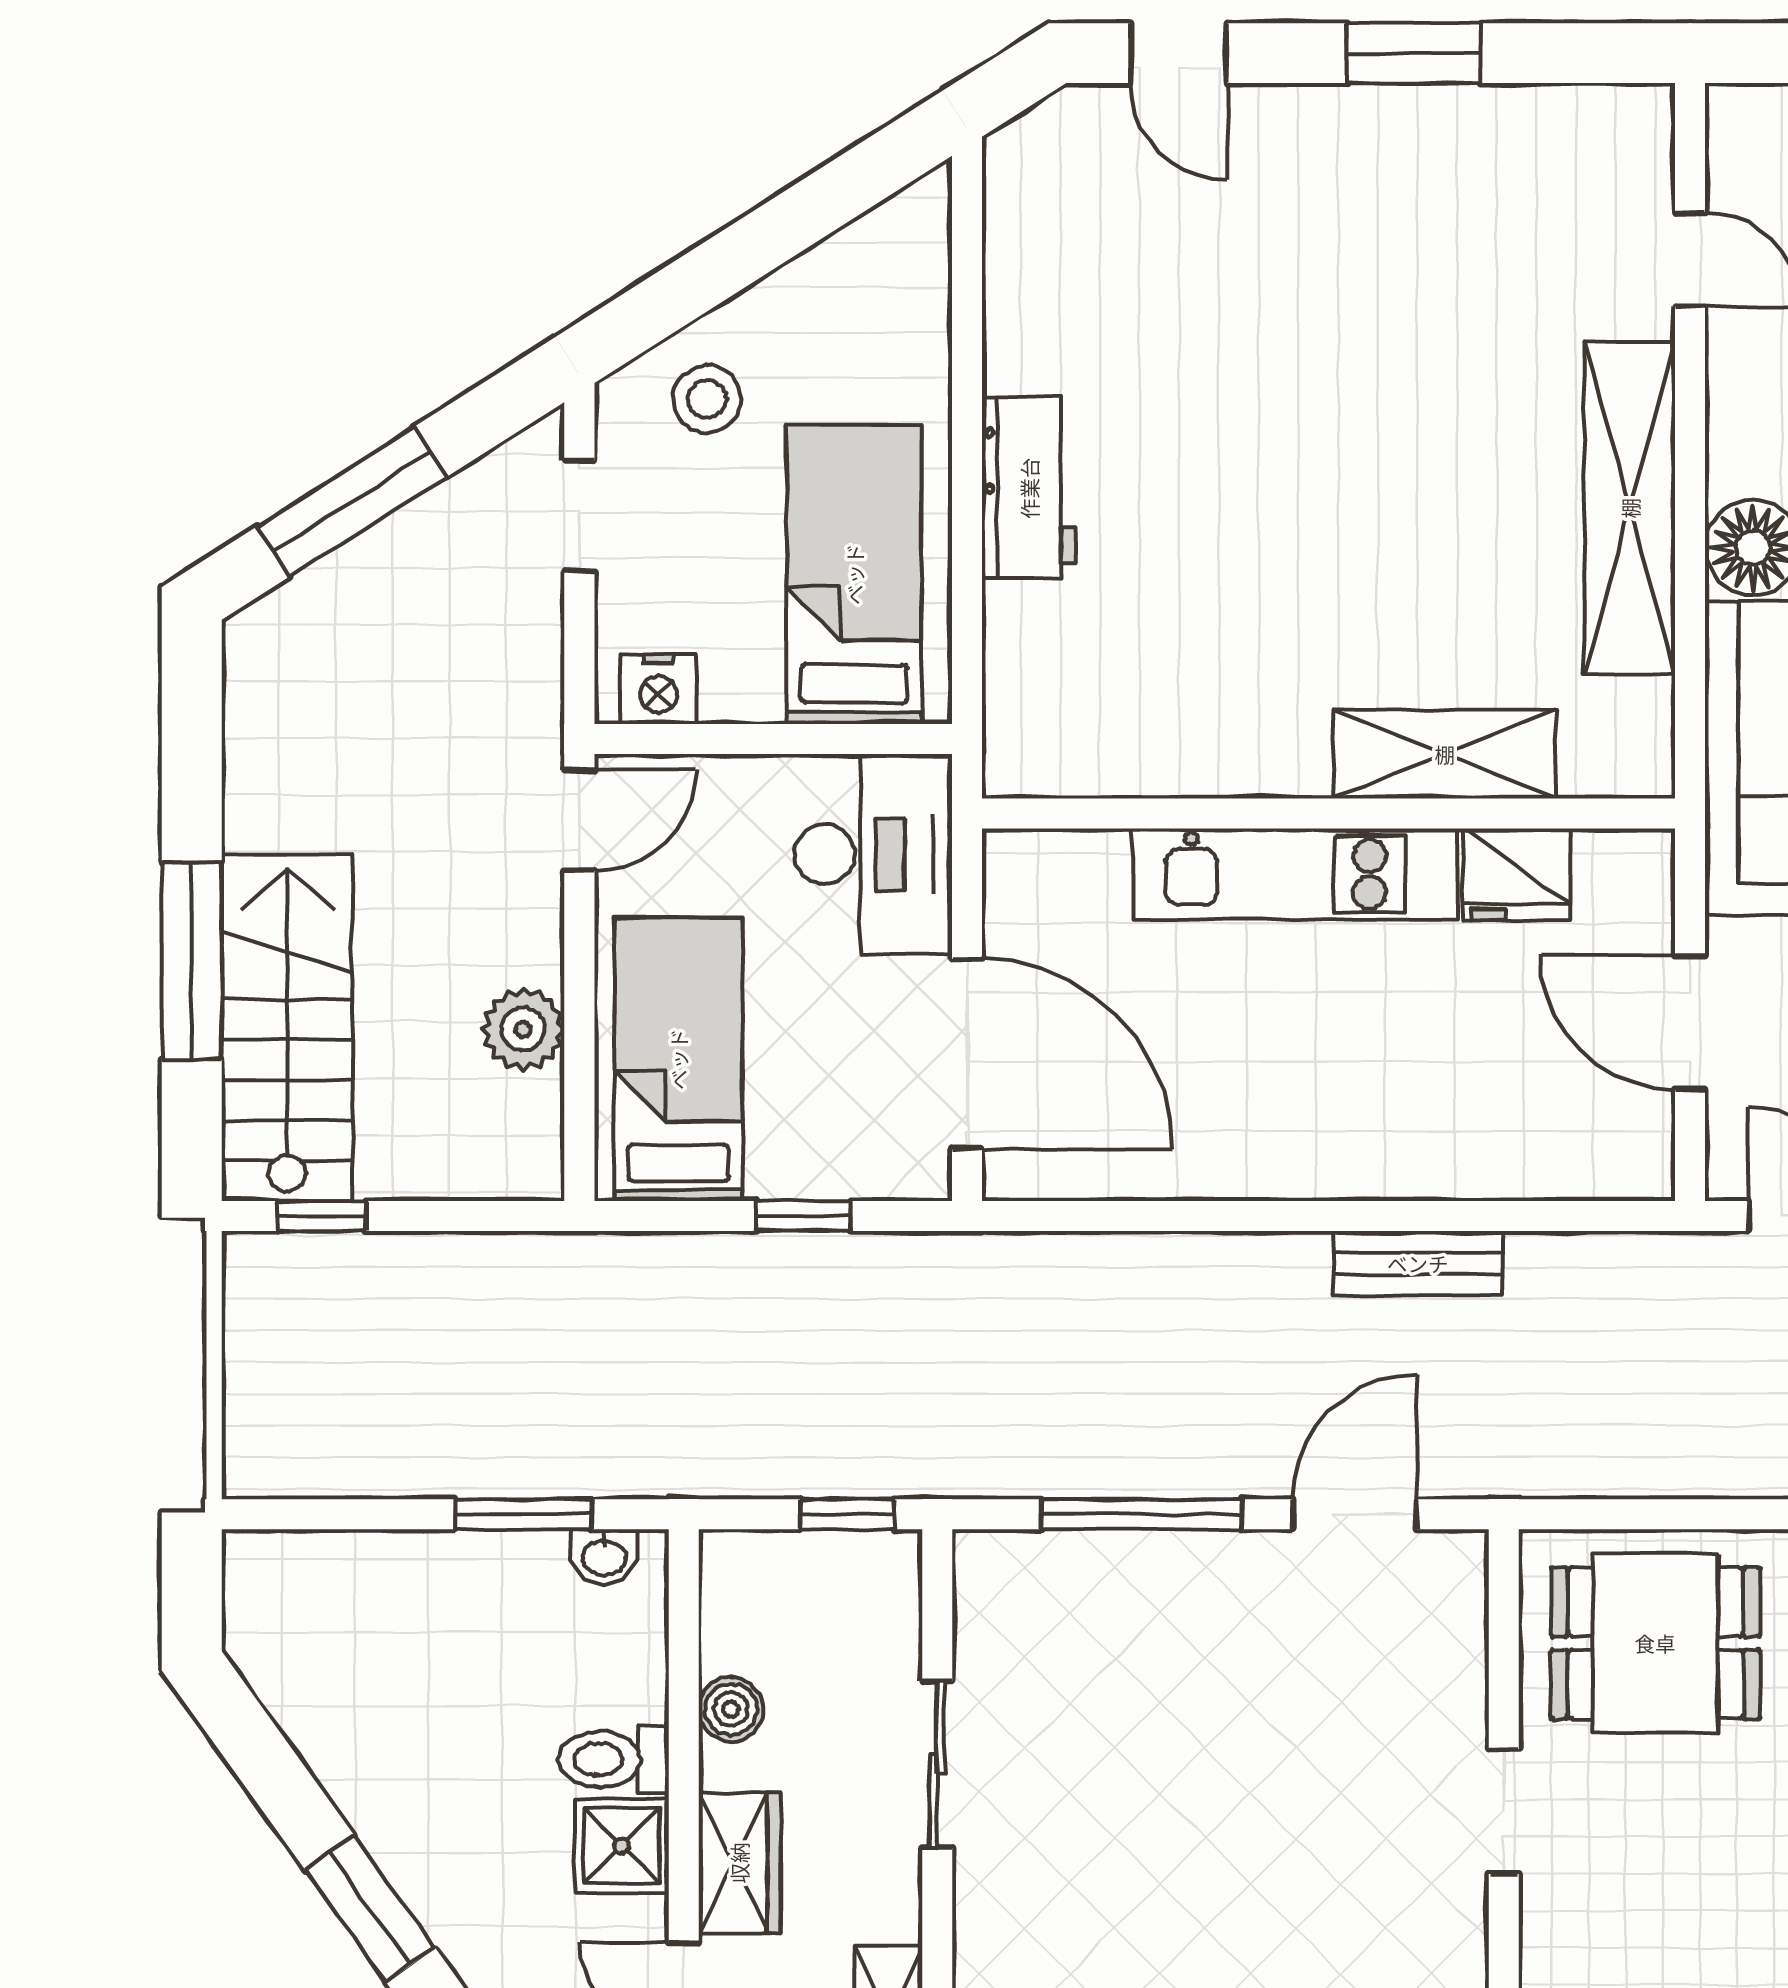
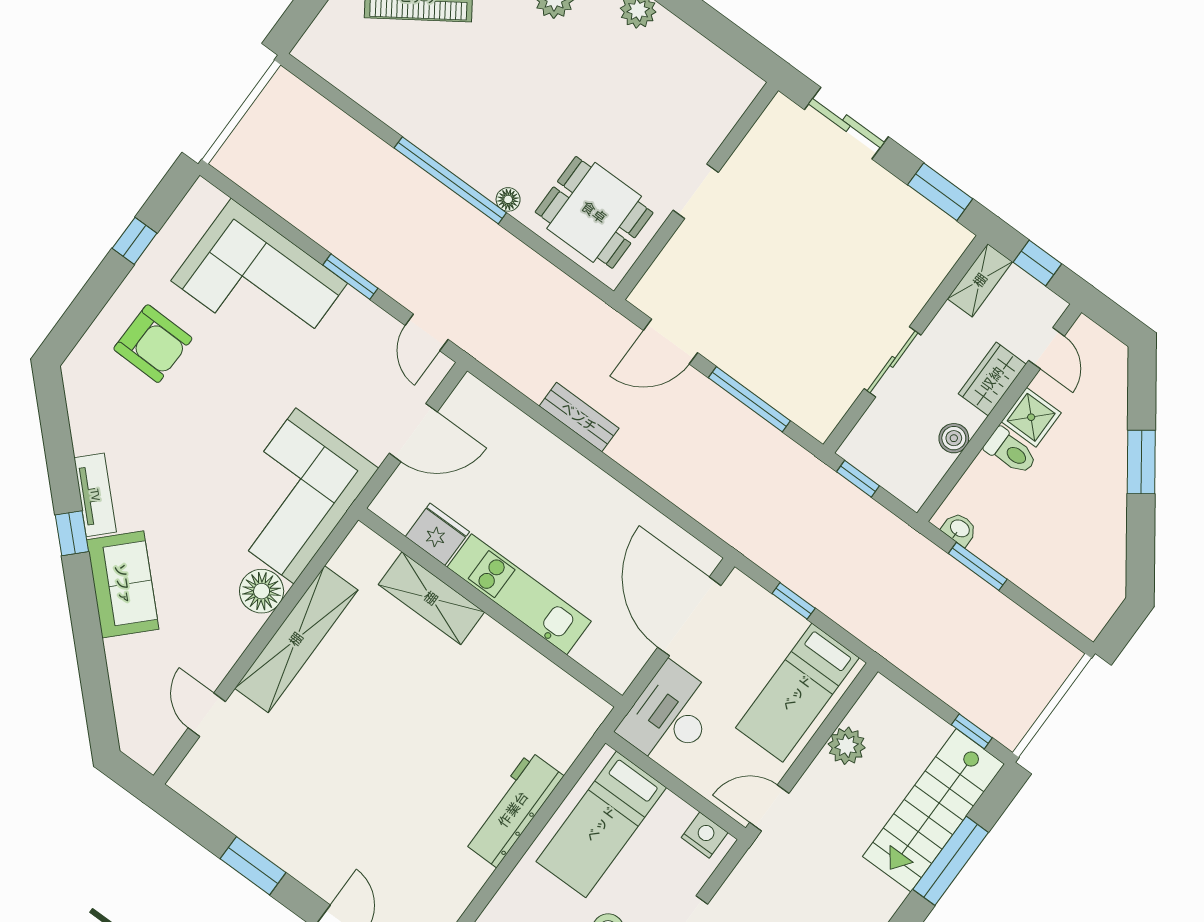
workbench: (1029, 488) -> (513, 809), width x1.38
door: (1690, 1022) -> (413, 433), hinge flipped

